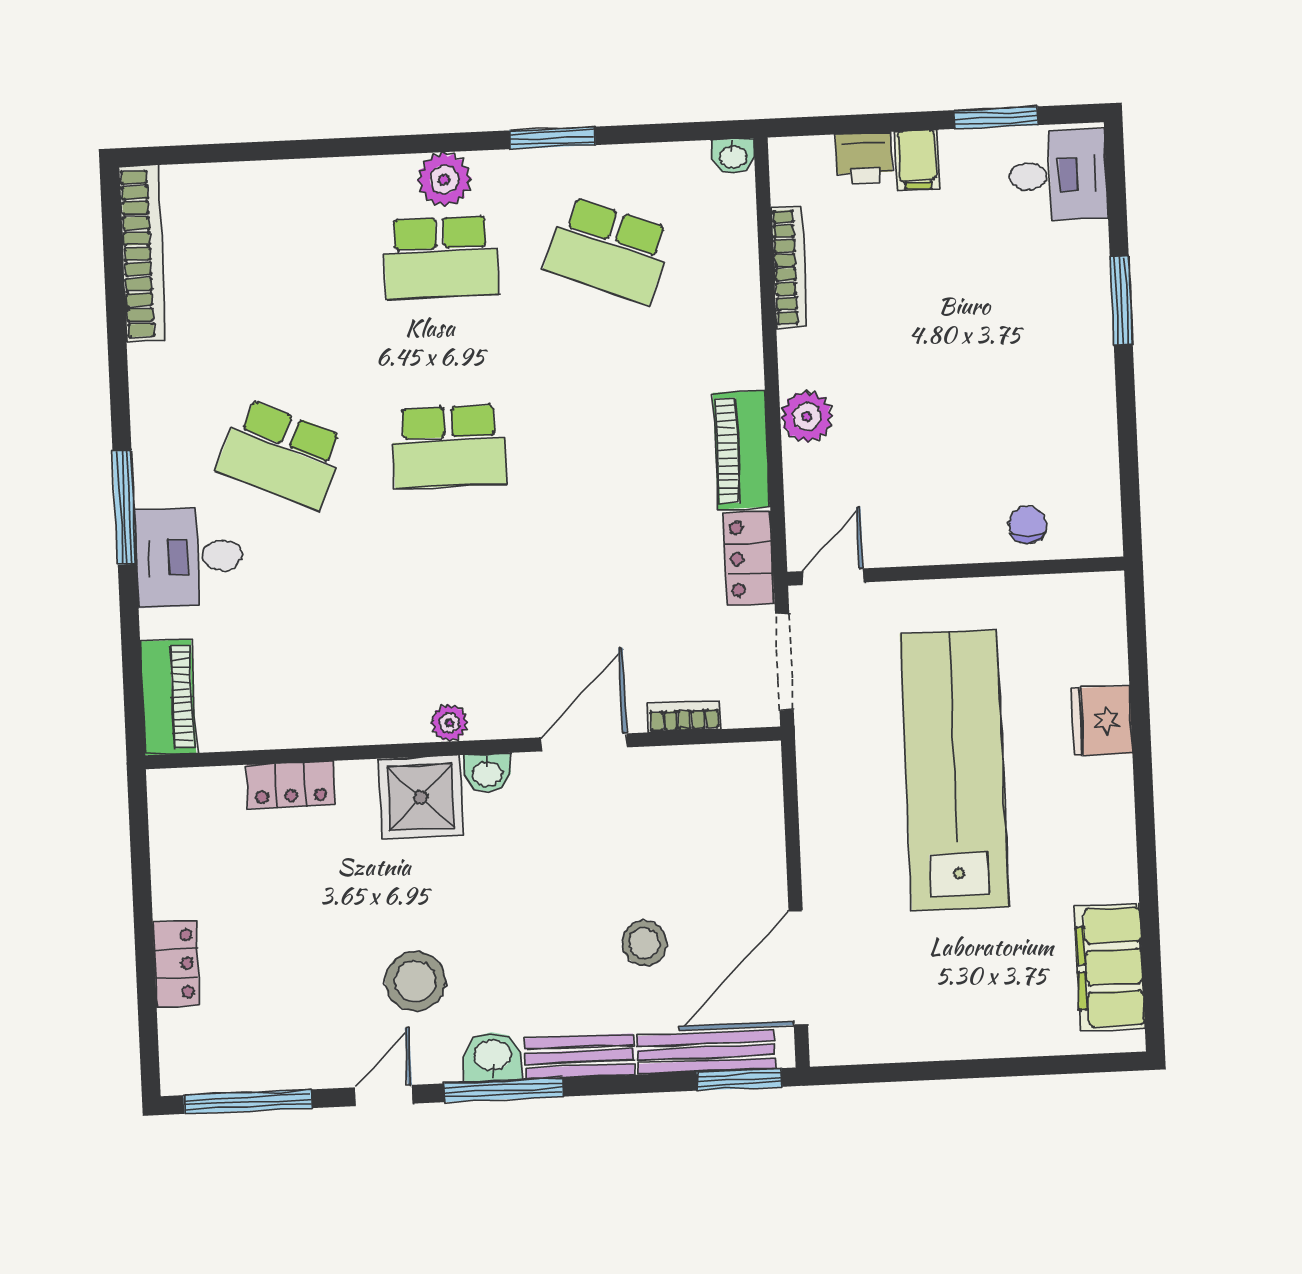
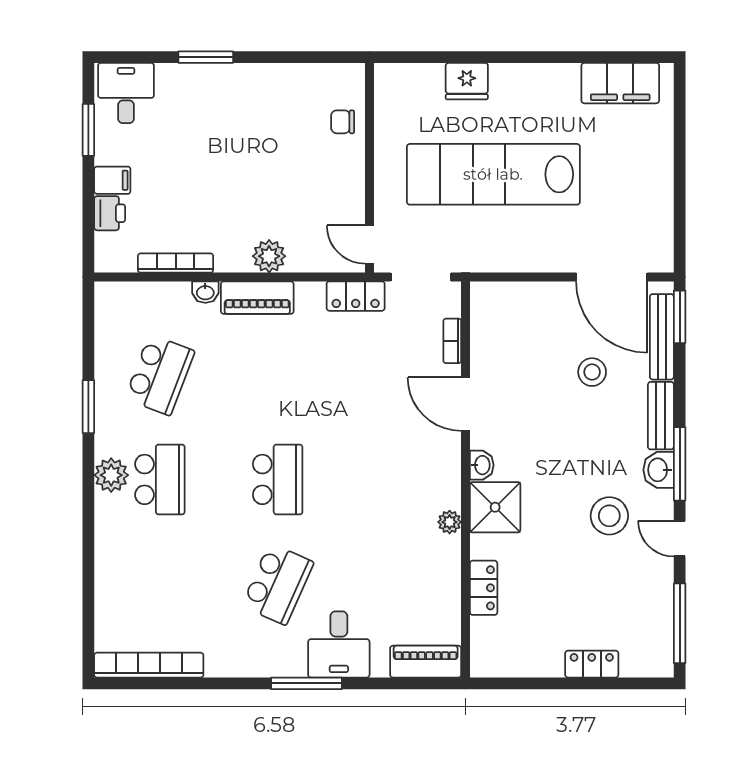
washbasin: (733, 156) -> (205, 292), moved, turned 90
piano: (742, 450) -> (257, 298), moved
plant: (449, 723) -> (450, 522), moved

